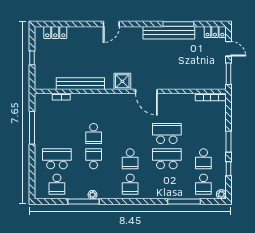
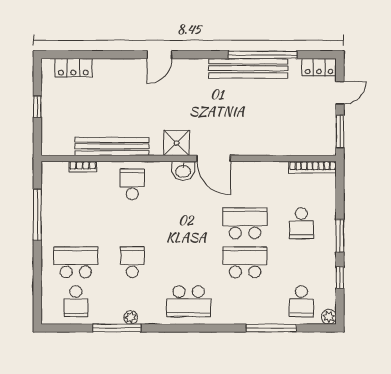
window: (178, 24) -> (263, 55), width x1.46
door: (228, 49) -> (340, 93), hinge flipped
washbasin: (127, 99) -> (183, 171), added
school desk: (94, 133) -> (132, 184), moved, turned 180
school desk: (130, 159) -> (189, 262), removed
school desk: (203, 159) -> (301, 223), moved
school desk: (130, 184) -> (189, 301), width x1.85

